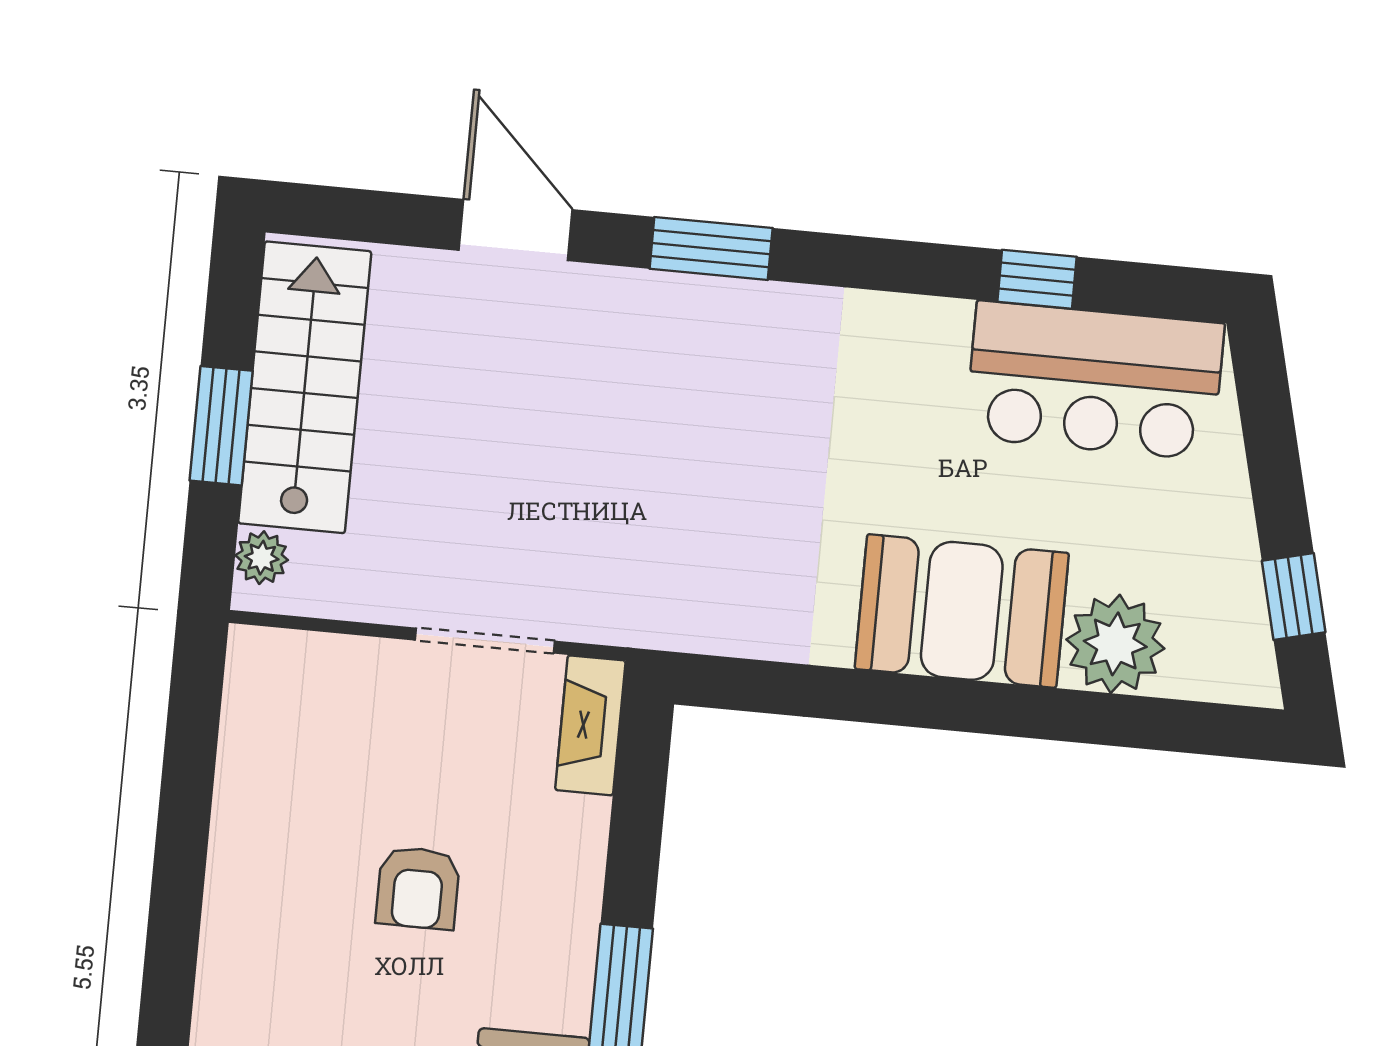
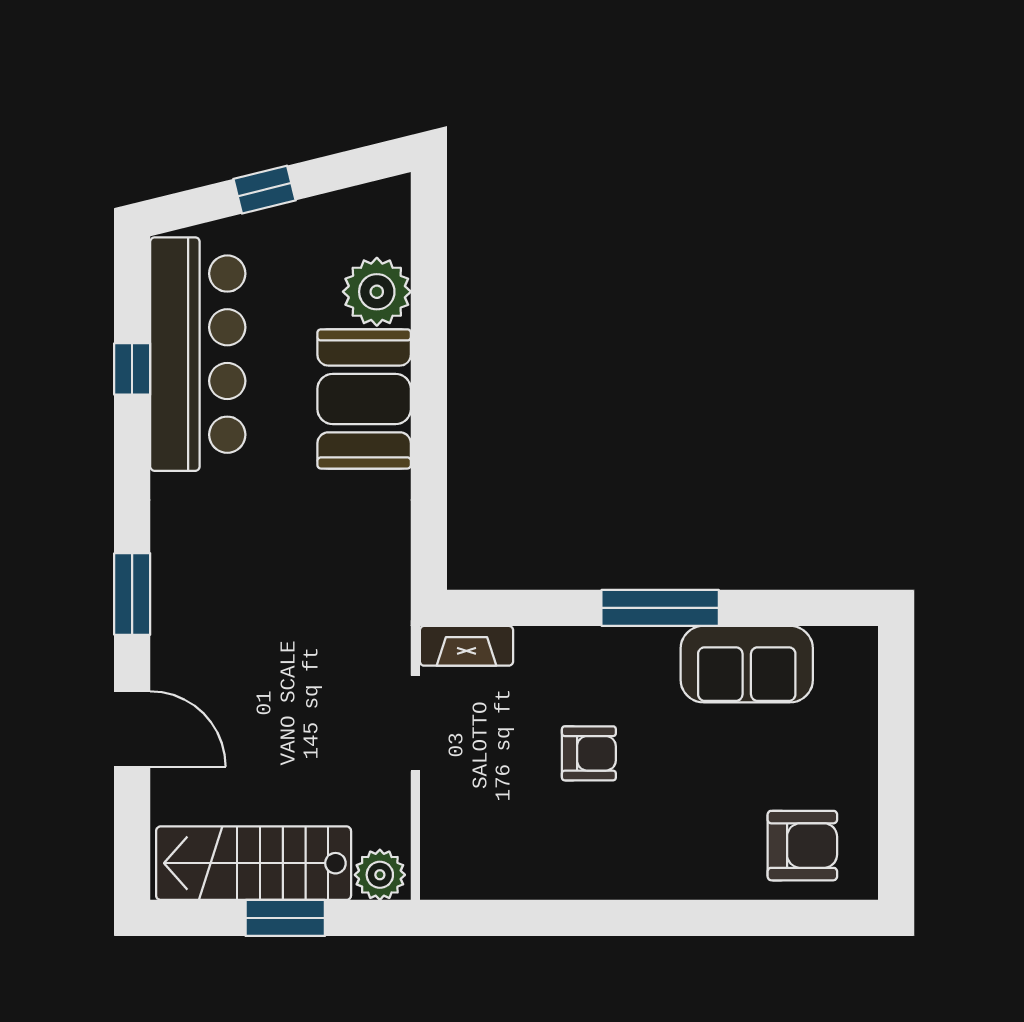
door: (516, 230) -> (132, 729), swing flipped
bar counter: (1095, 380) -> (198, 354), width x1.36
plant: (262, 558) -> (380, 875), width x1.38, depth x1.38
window: (1294, 597) -> (265, 190), moved

